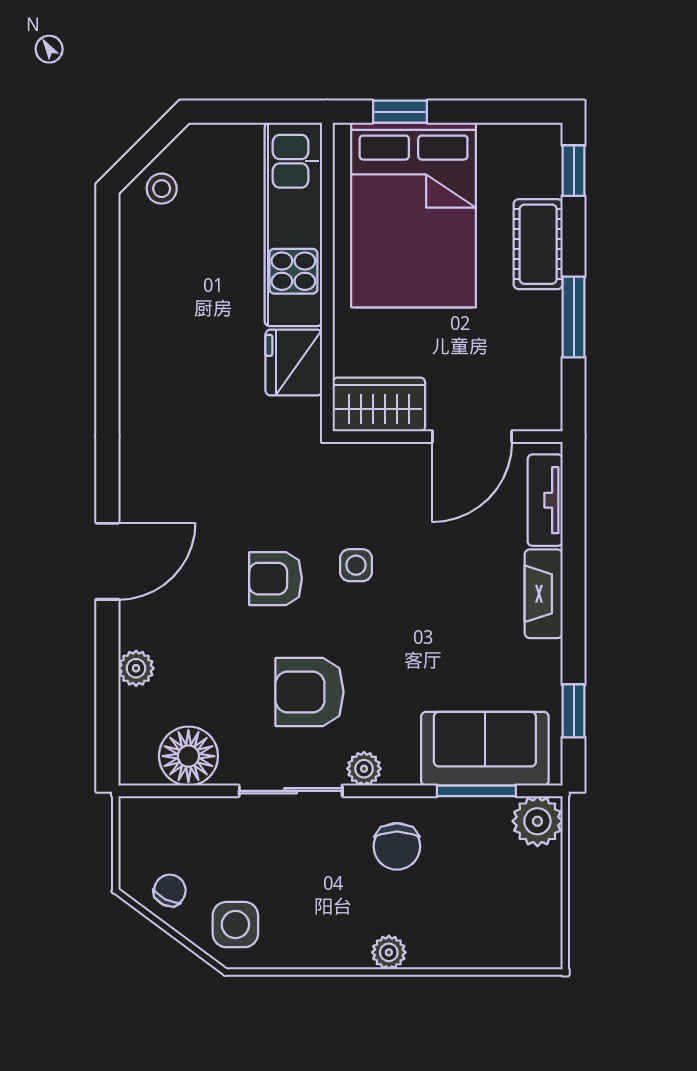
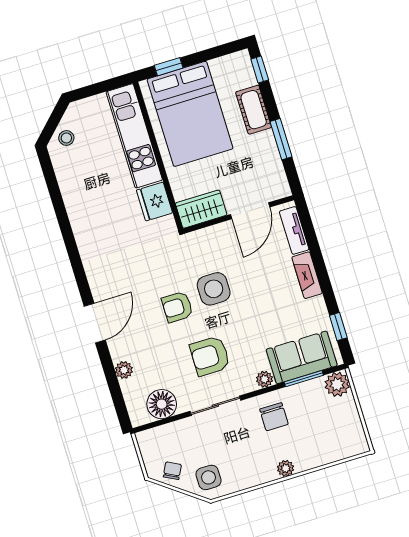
side table: (356, 565) -> (214, 289), width x1.87, depth x1.87
plant: (364, 769) -> (265, 379), moved

